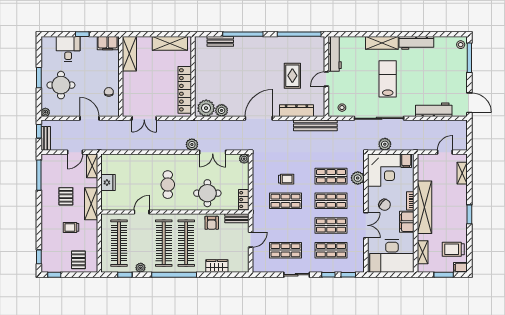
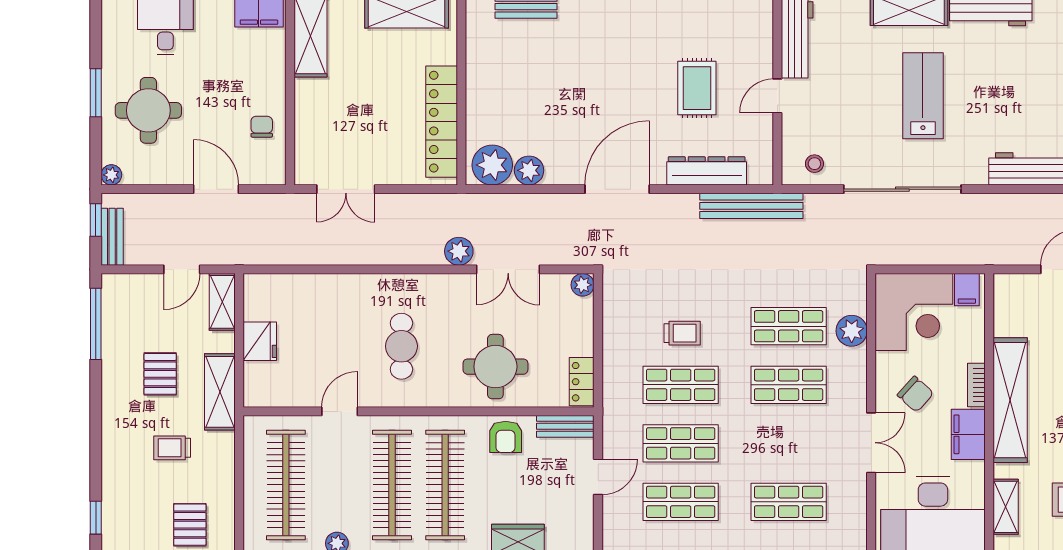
plant: (385, 144) -> (916, 251), removed
shop shelf: (331, 226) -> (681, 443), moved

